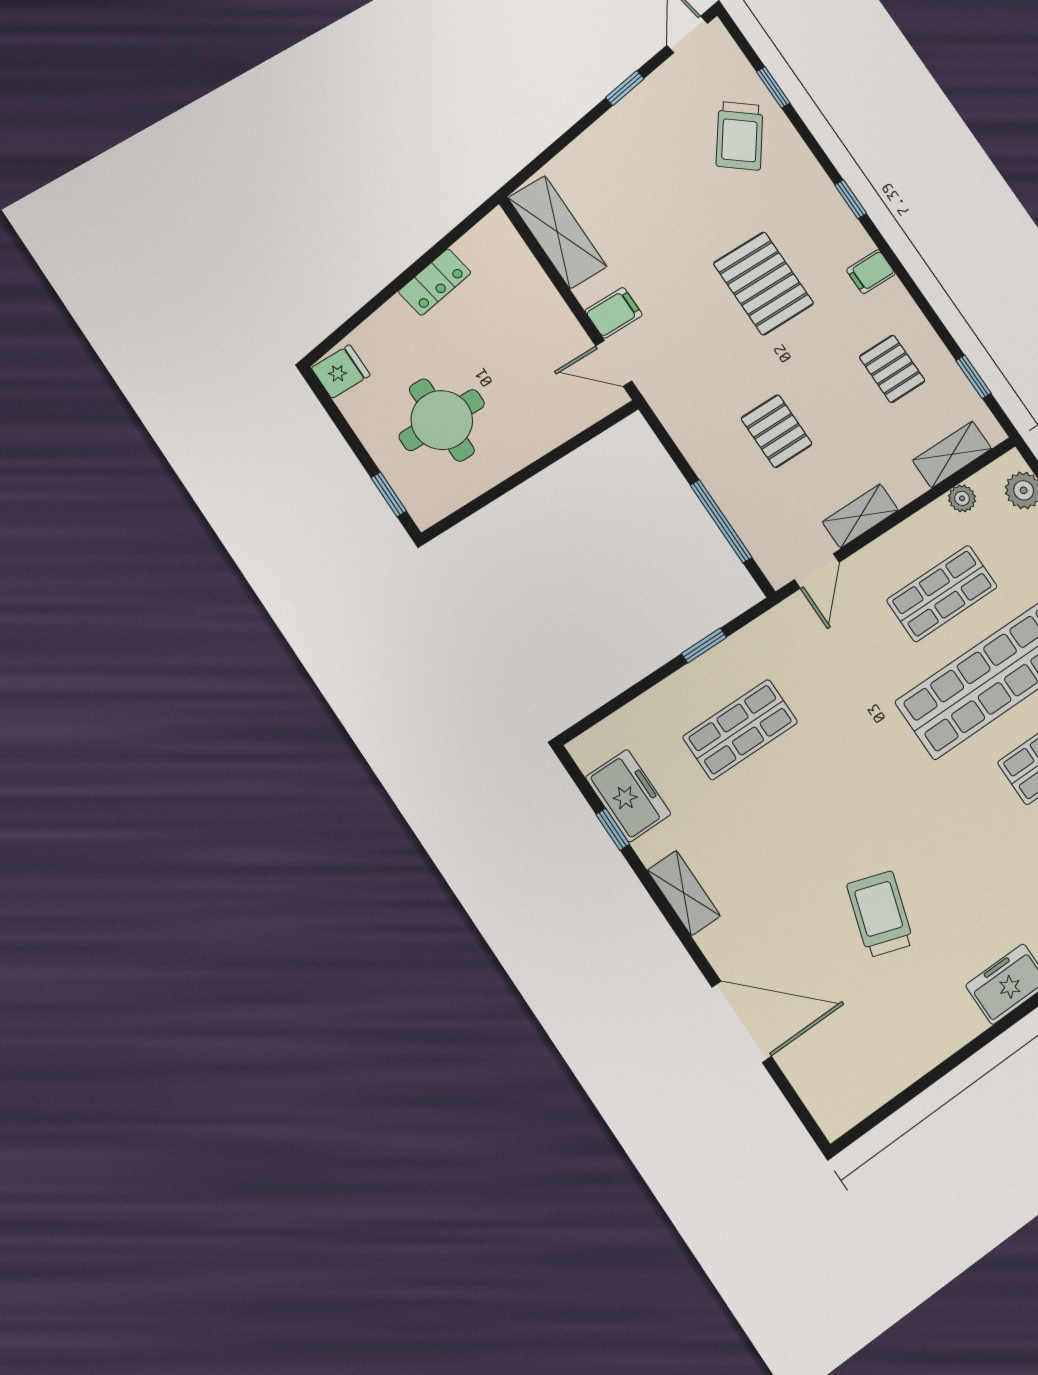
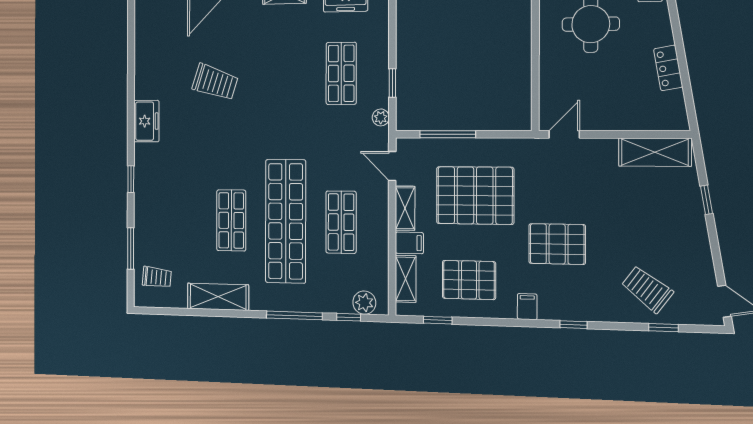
window: (625, 88) -> (707, 200), moved
filing cabinet: (614, 313) -> (409, 243), moved, turned -90
pallet: (892, 369) -> (469, 280), width x1.50, depth x1.42
pallet: (777, 431) -> (475, 195), width x2.05, depth x2.00
plant: (962, 498) -> (381, 117), moved

